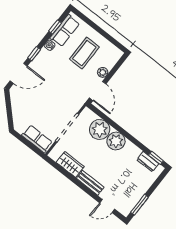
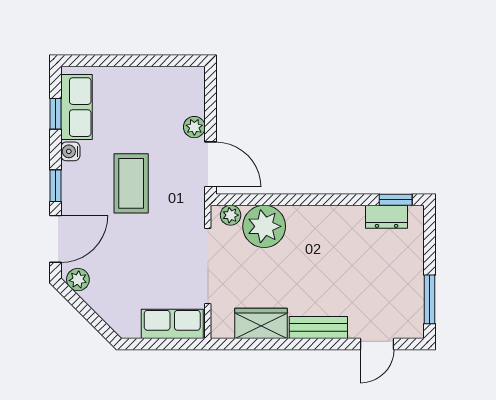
coffee table: (84, 53) -> (131, 183), moved
plant: (15, 95) -> (78, 280), added
plant: (116, 141) -> (231, 215), moved, width x0.53, depth x0.53

